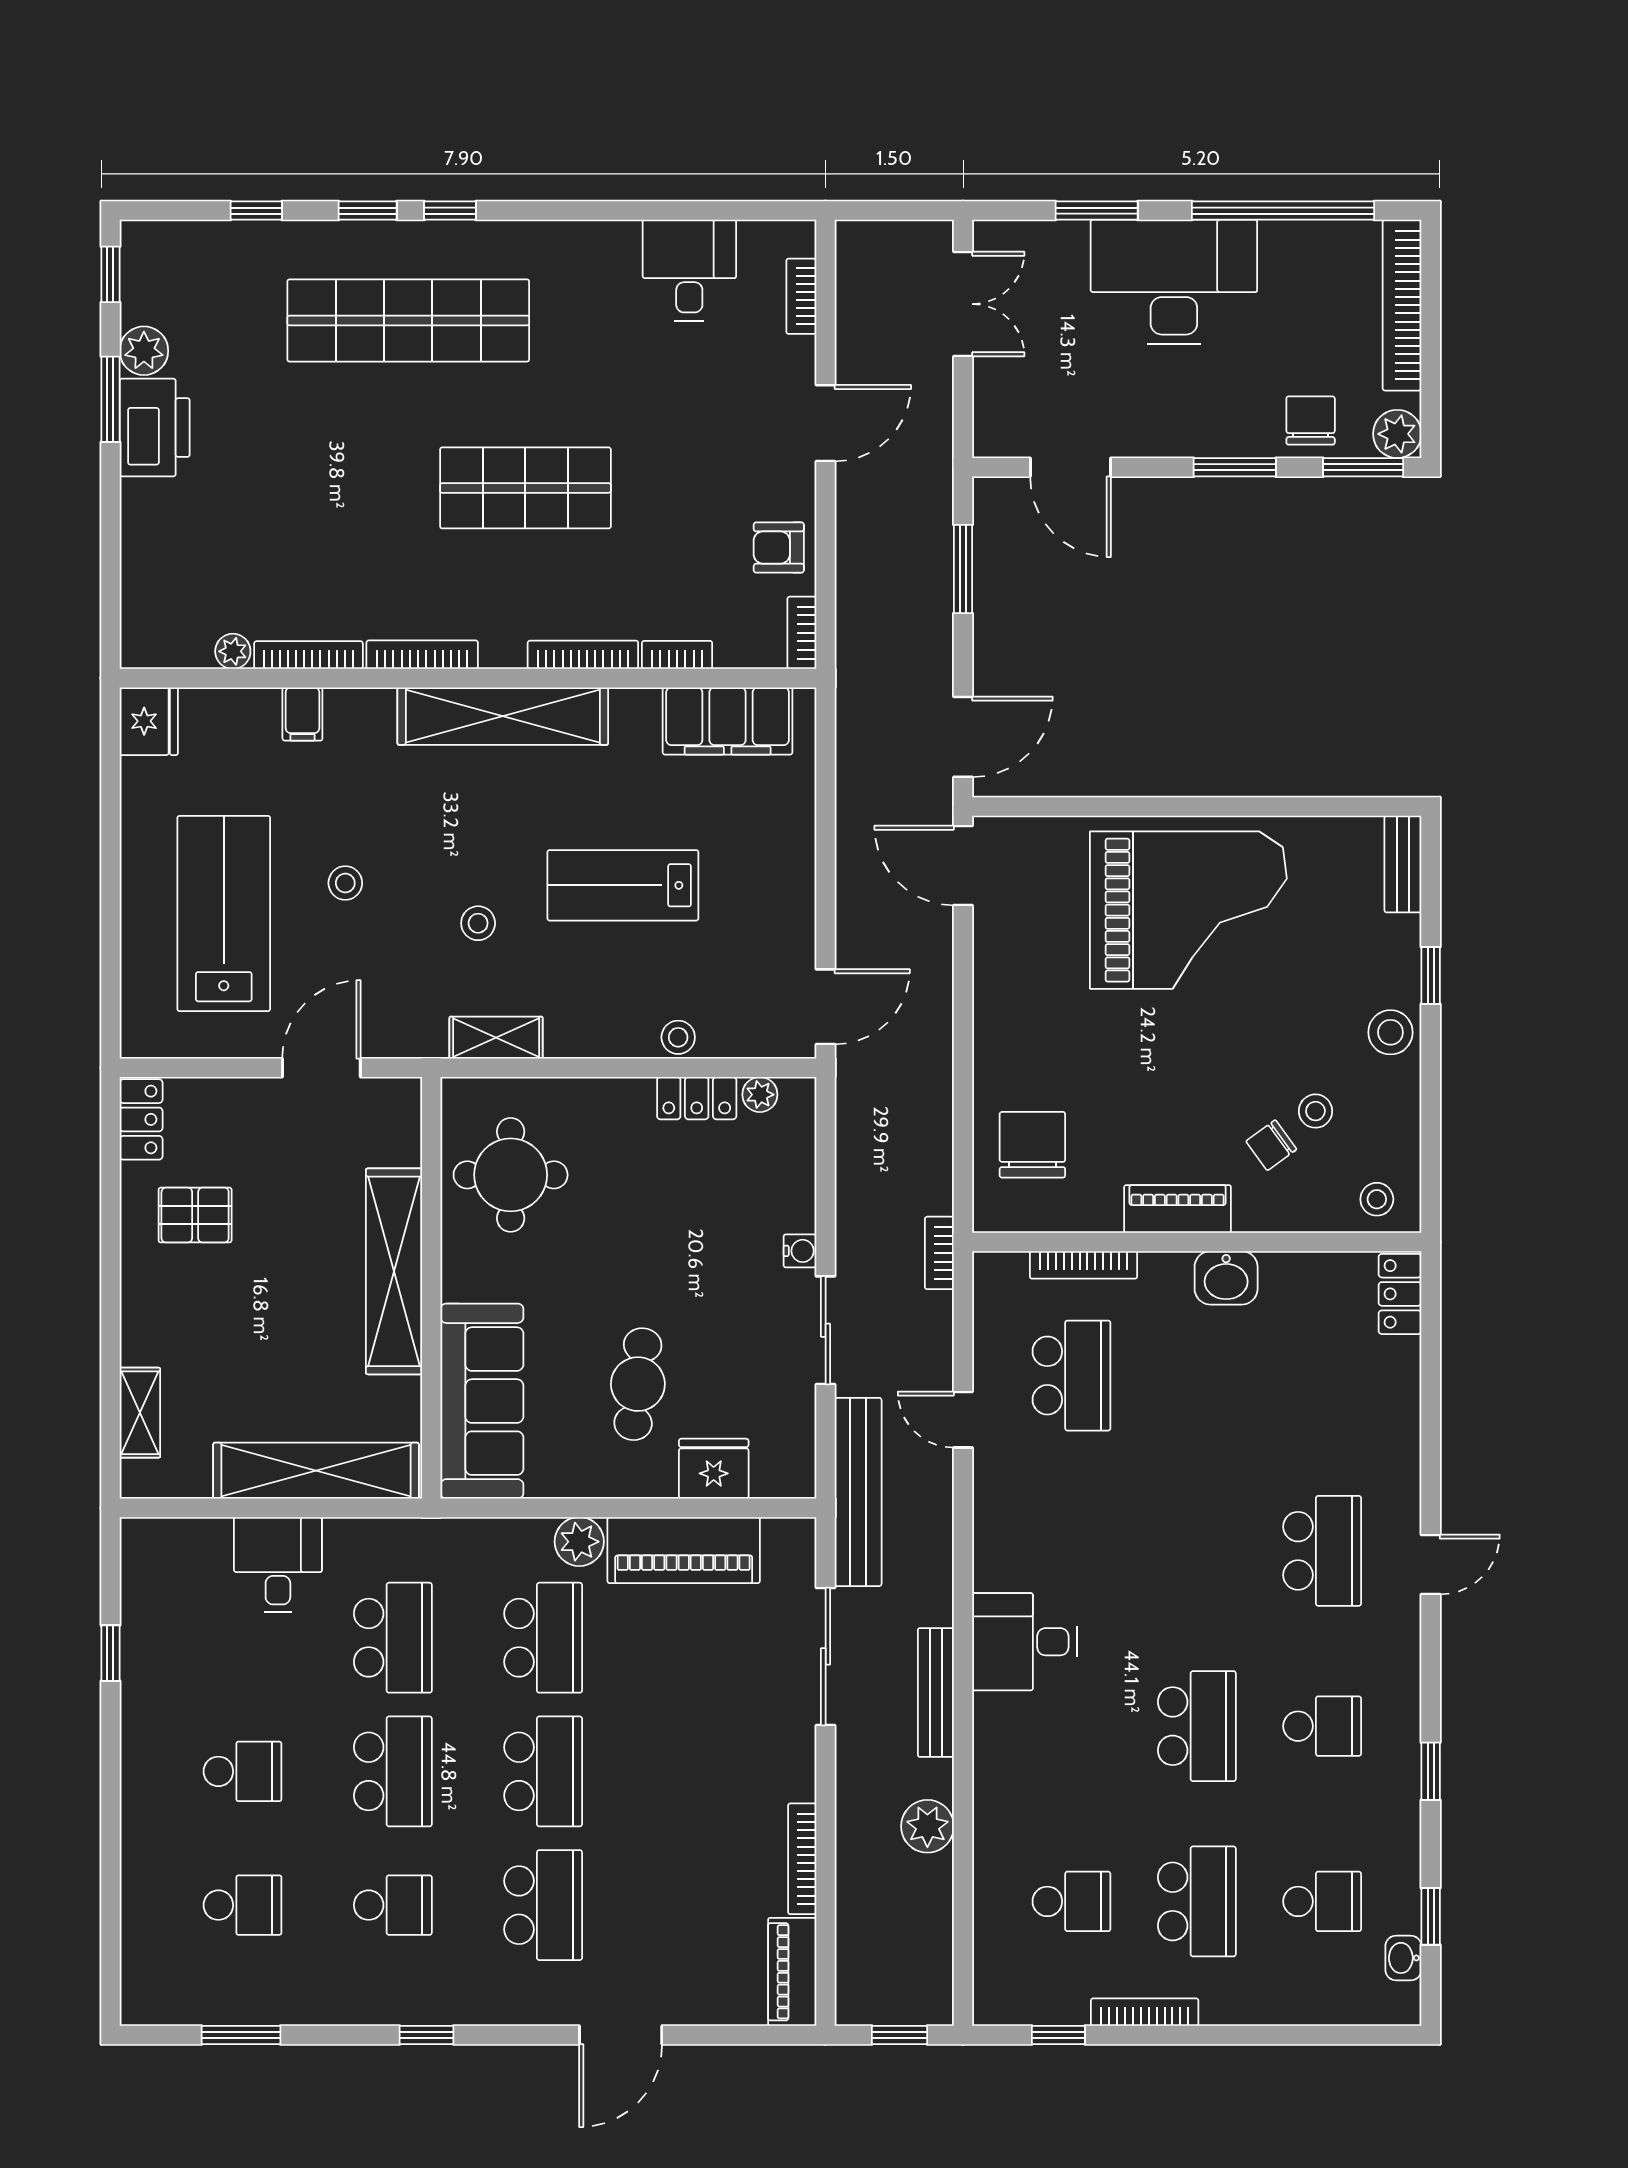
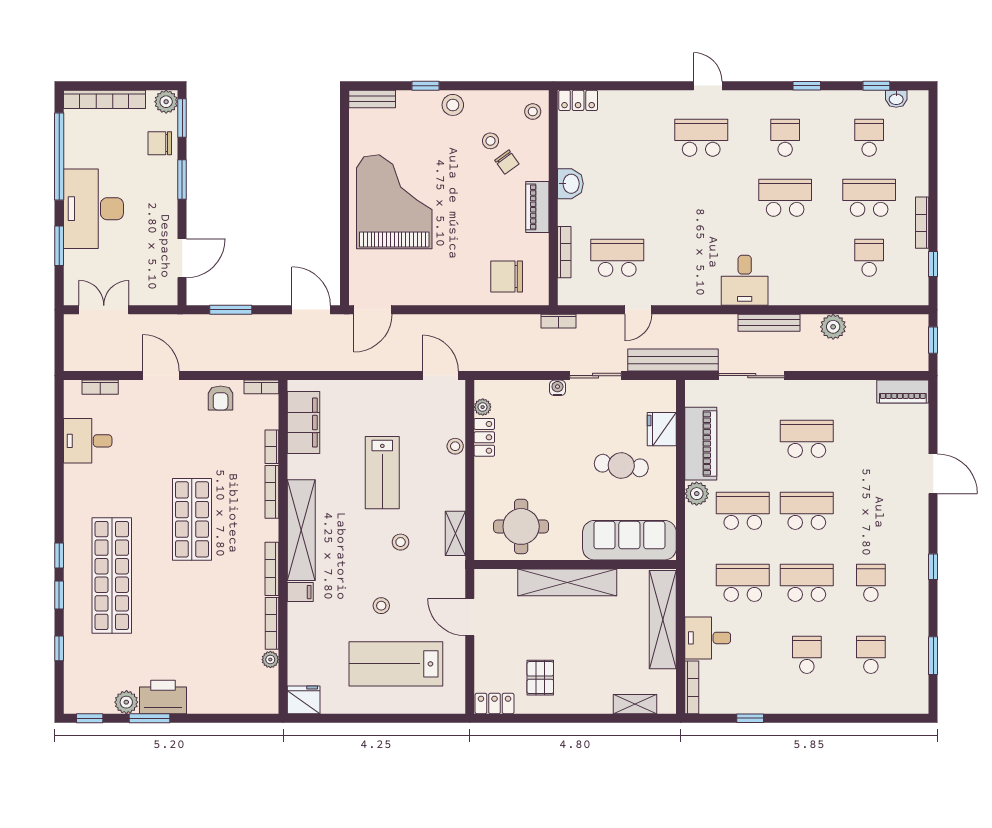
filing cabinet: (302, 714) -> (300, 592), moved
bookcase: (802, 1859) -> (692, 687), moved, turned -90
school desk: (543, 1905) -> (807, 439), moved

